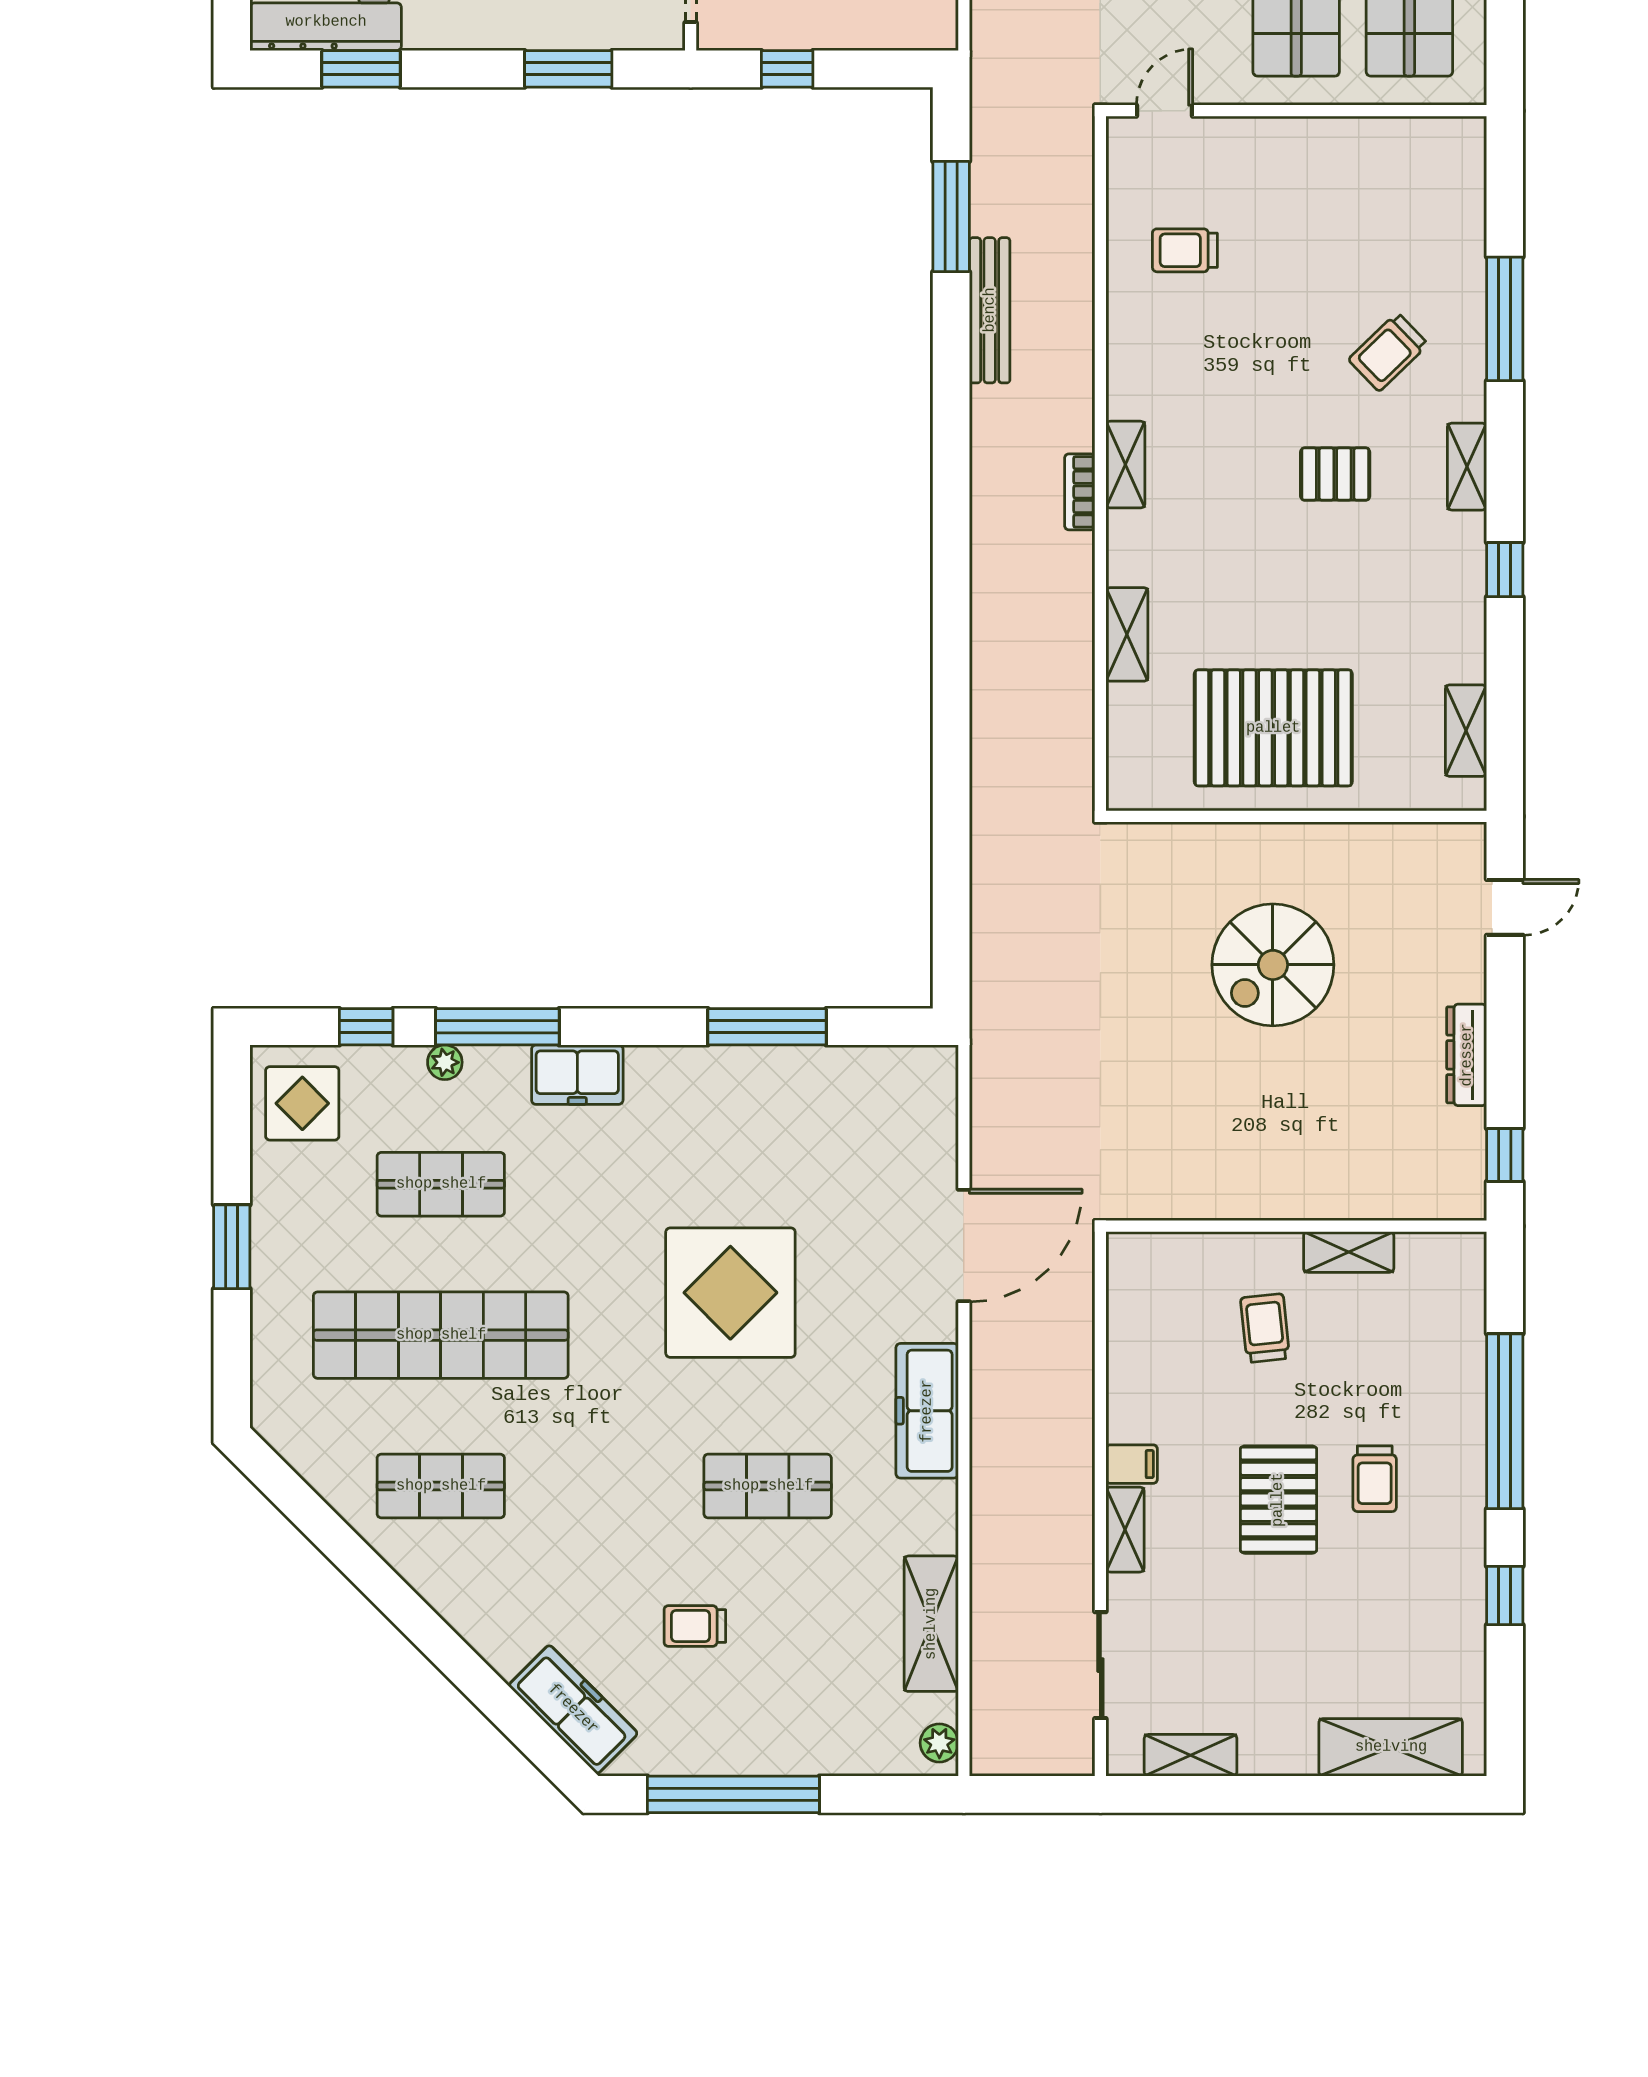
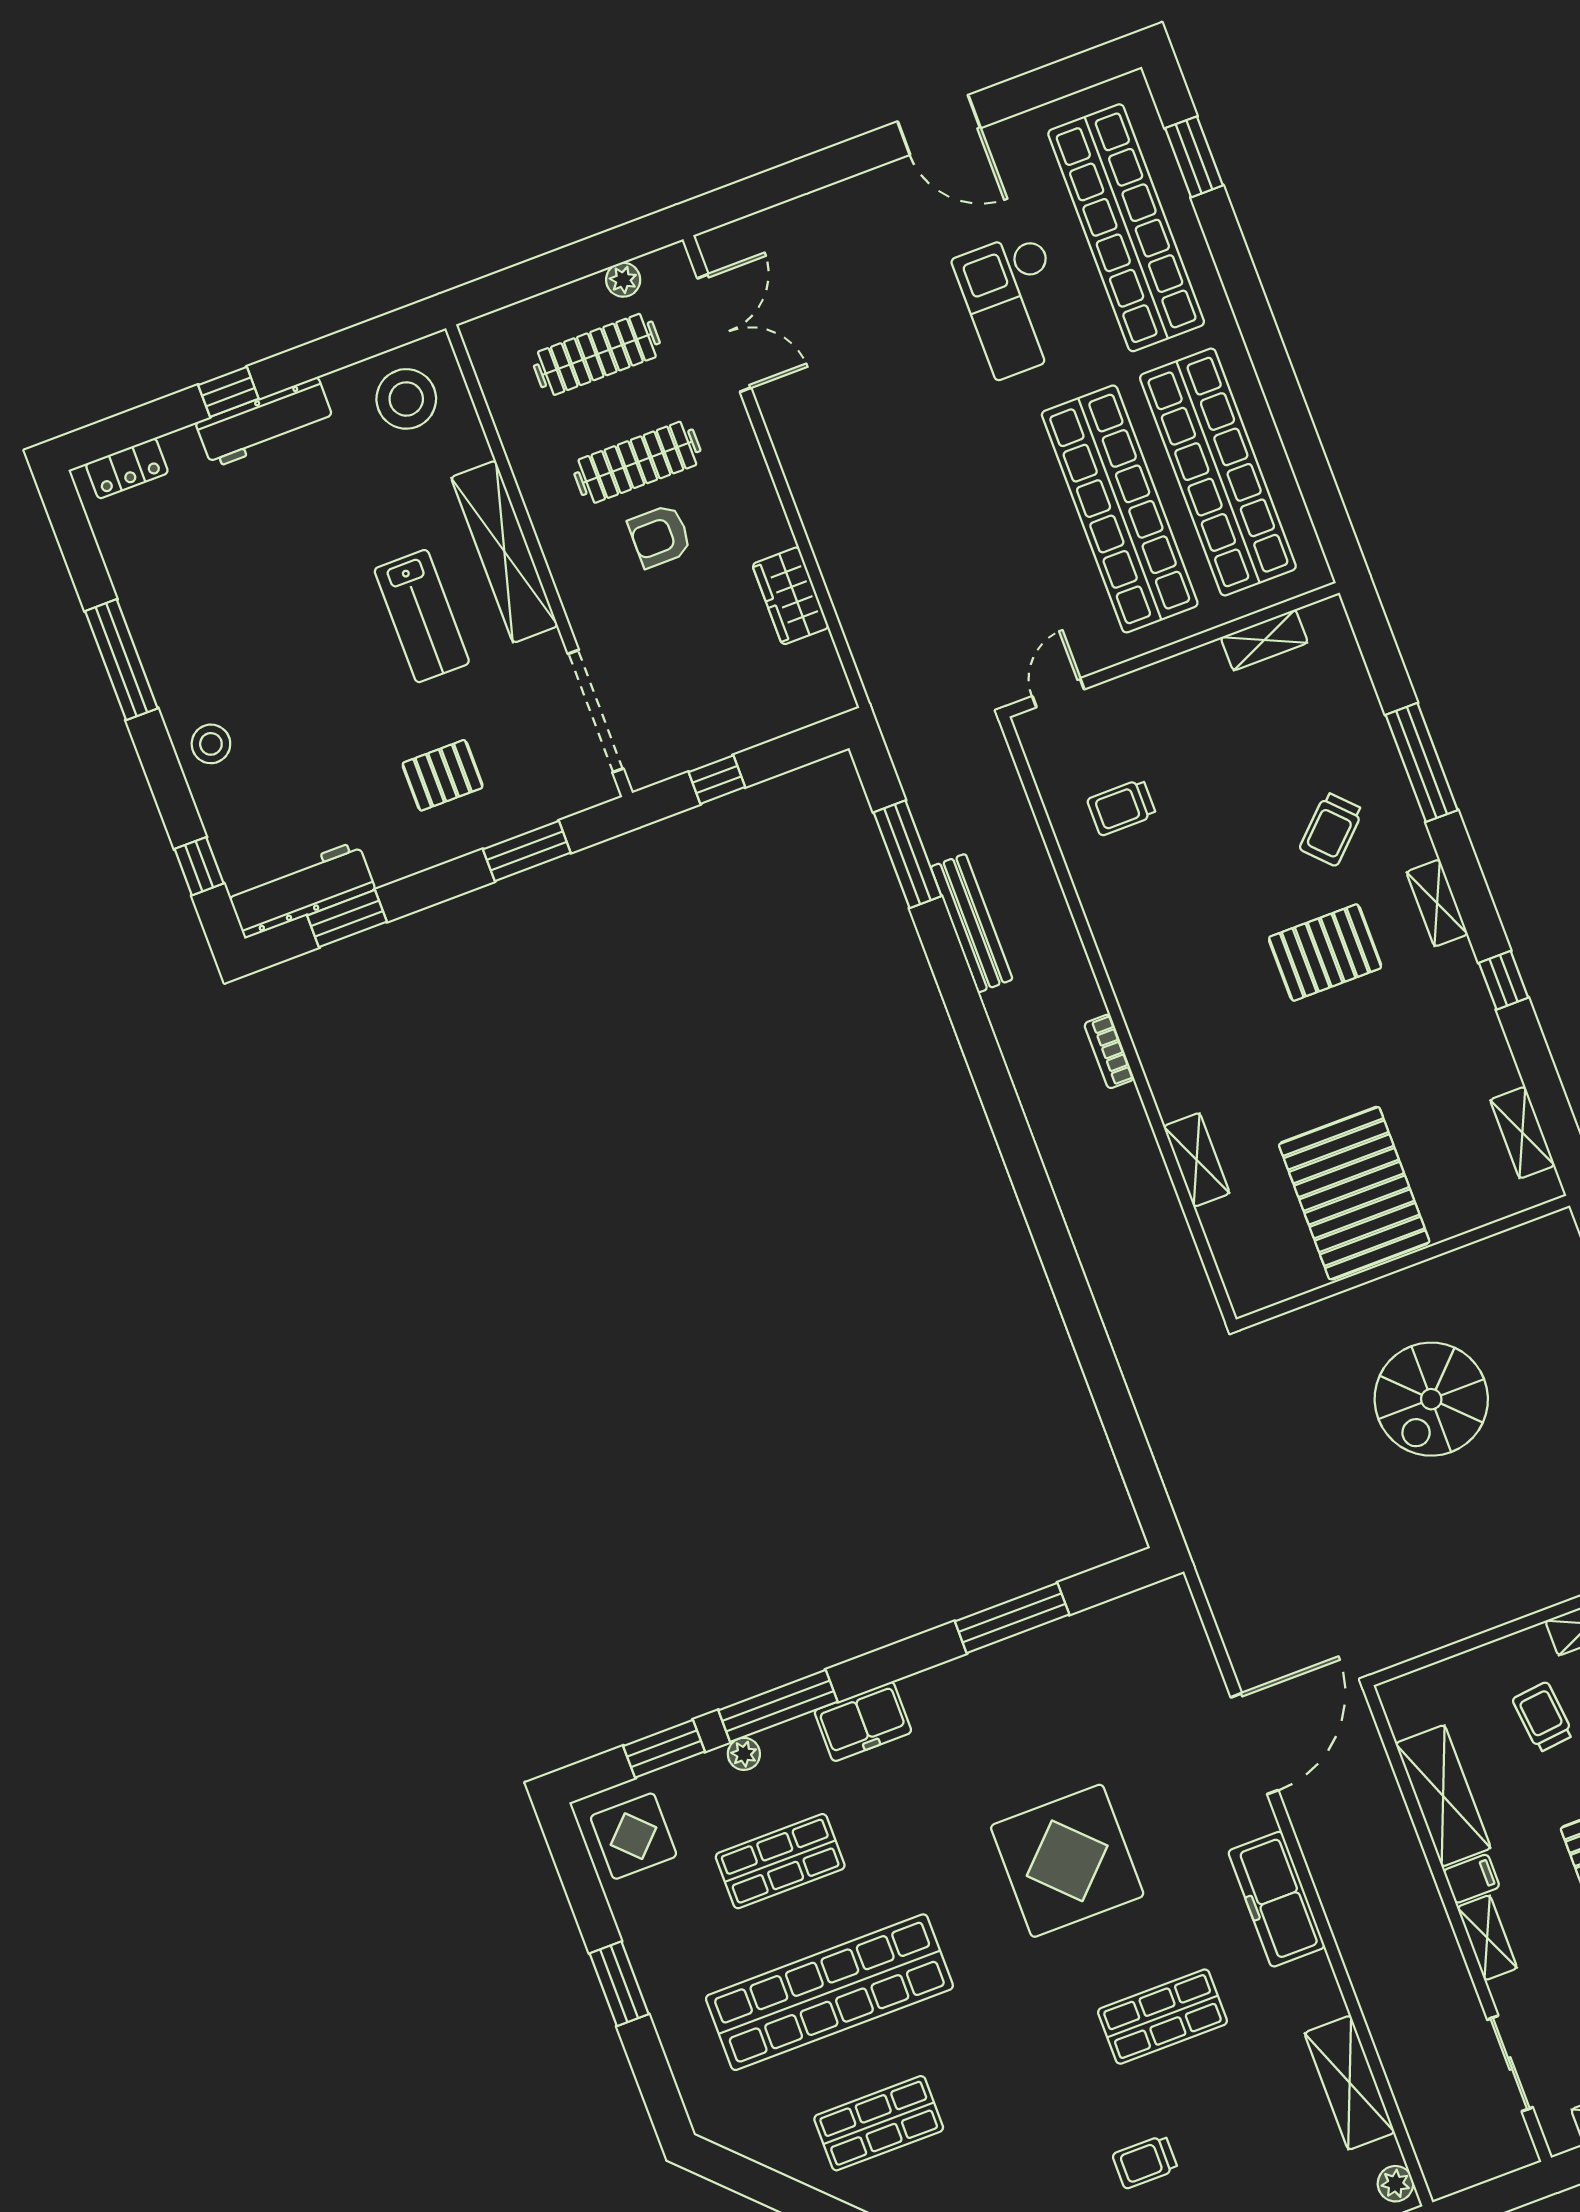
shelving: (1125, 465) -> (1264, 640), moved, turned 90
pallet: (1335, 474) -> (1325, 953), width x1.50, depth x1.42
pallet: (1273, 728) -> (1354, 1193), turned 90
window: (366, 1027) -> (664, 1749), width x1.50
shelving: (1134, 1370) -> (1443, 1796), added

